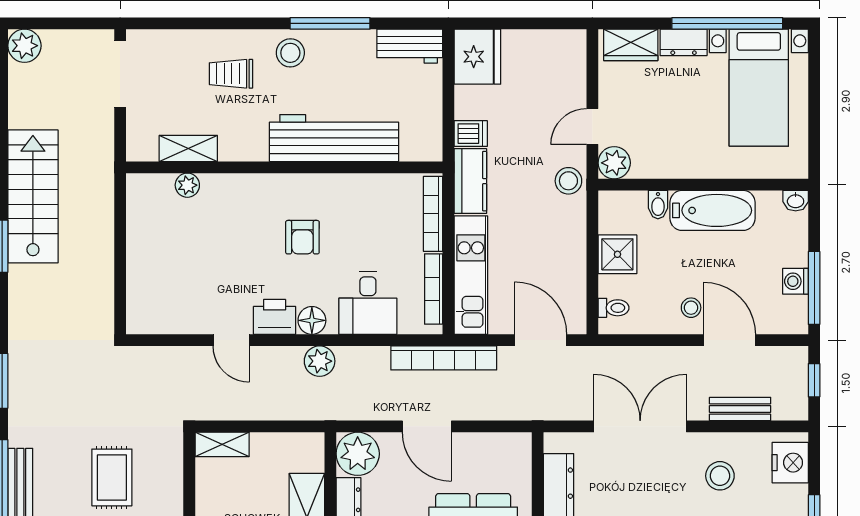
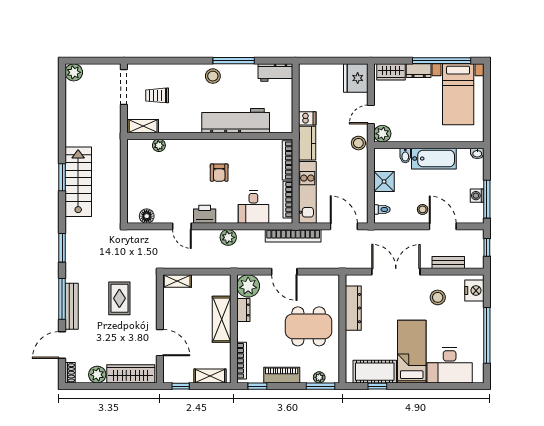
fridge: (477, 57) -> (356, 78), moved, turned 180
trolley: (231, 74) -> (157, 95), moved
shelving: (188, 148) -> (143, 126), moved
stairs: (33, 196) -> (78, 182), moved
floor lamp: (312, 320) -> (147, 216), moved

